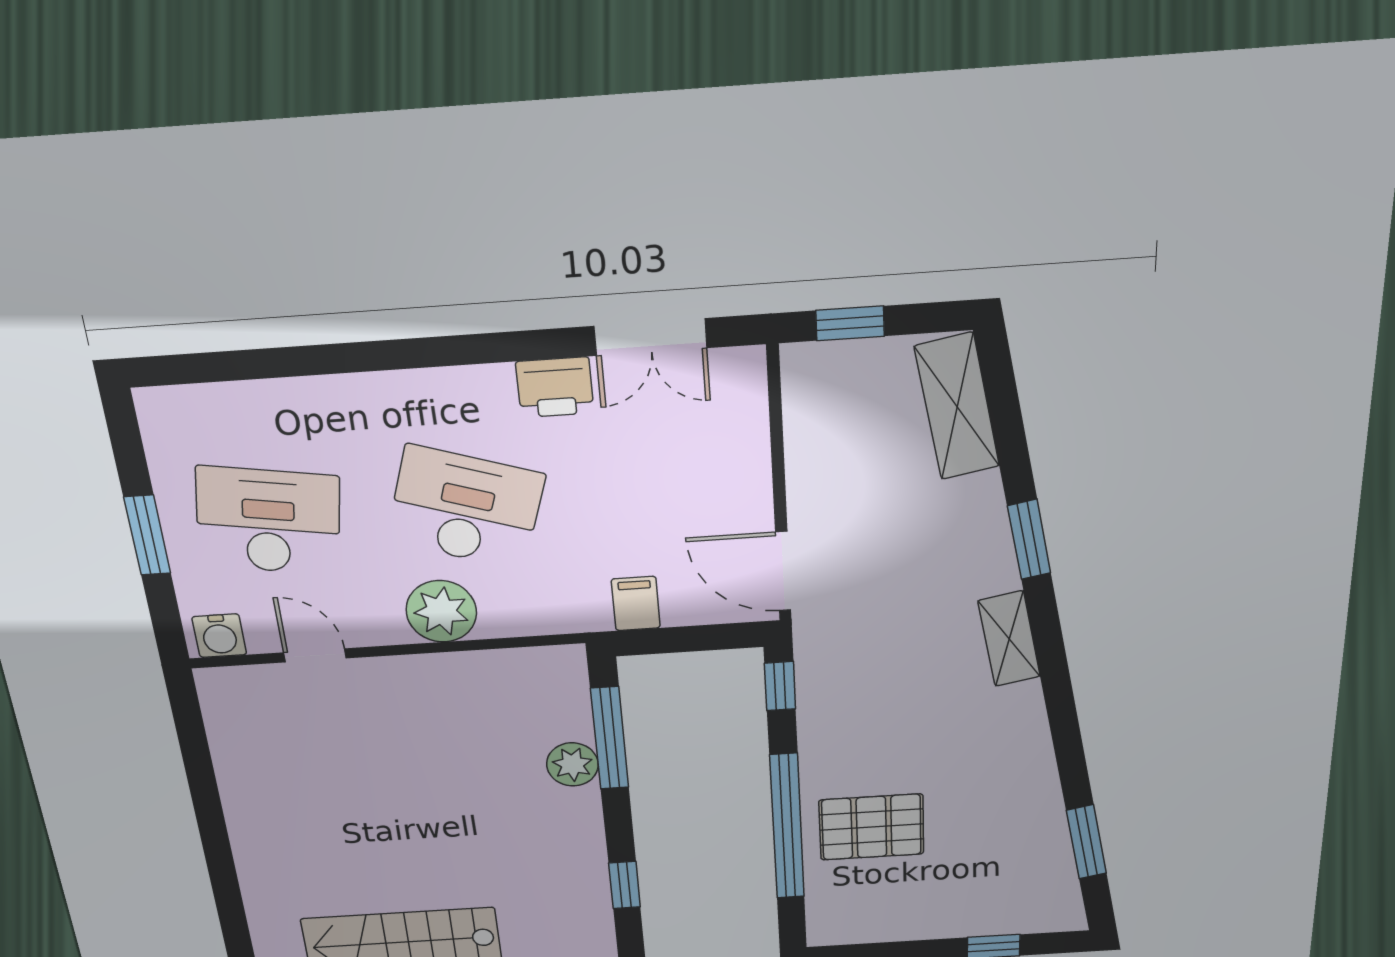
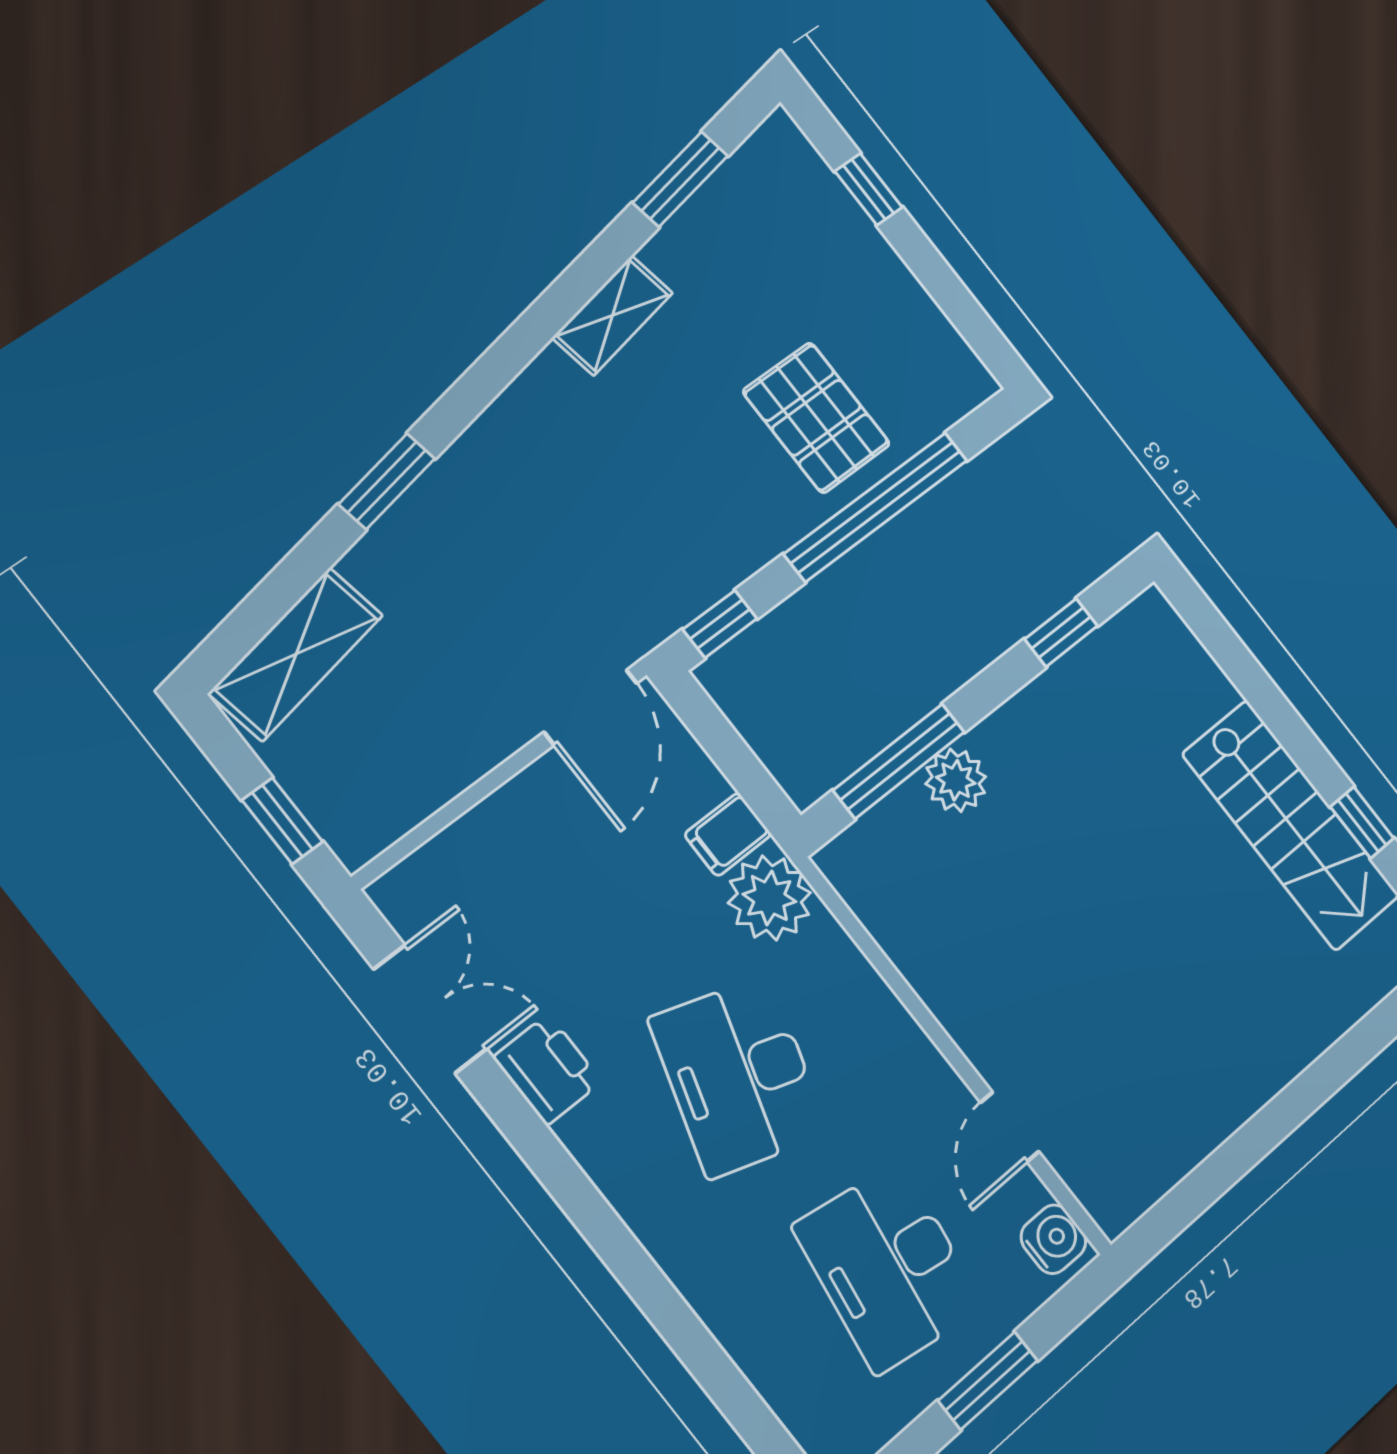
plant: (441, 611) -> (769, 898), moved
shelving: (1009, 639) -> (613, 315), moved

